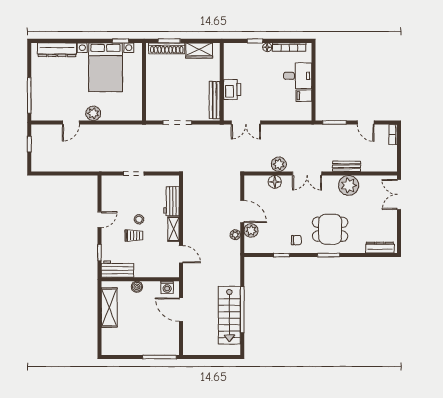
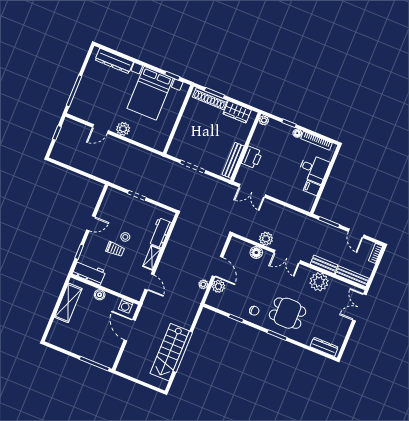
plant: (229, 48) -> (264, 120), added
bench: (379, 167) -> (352, 276), added

